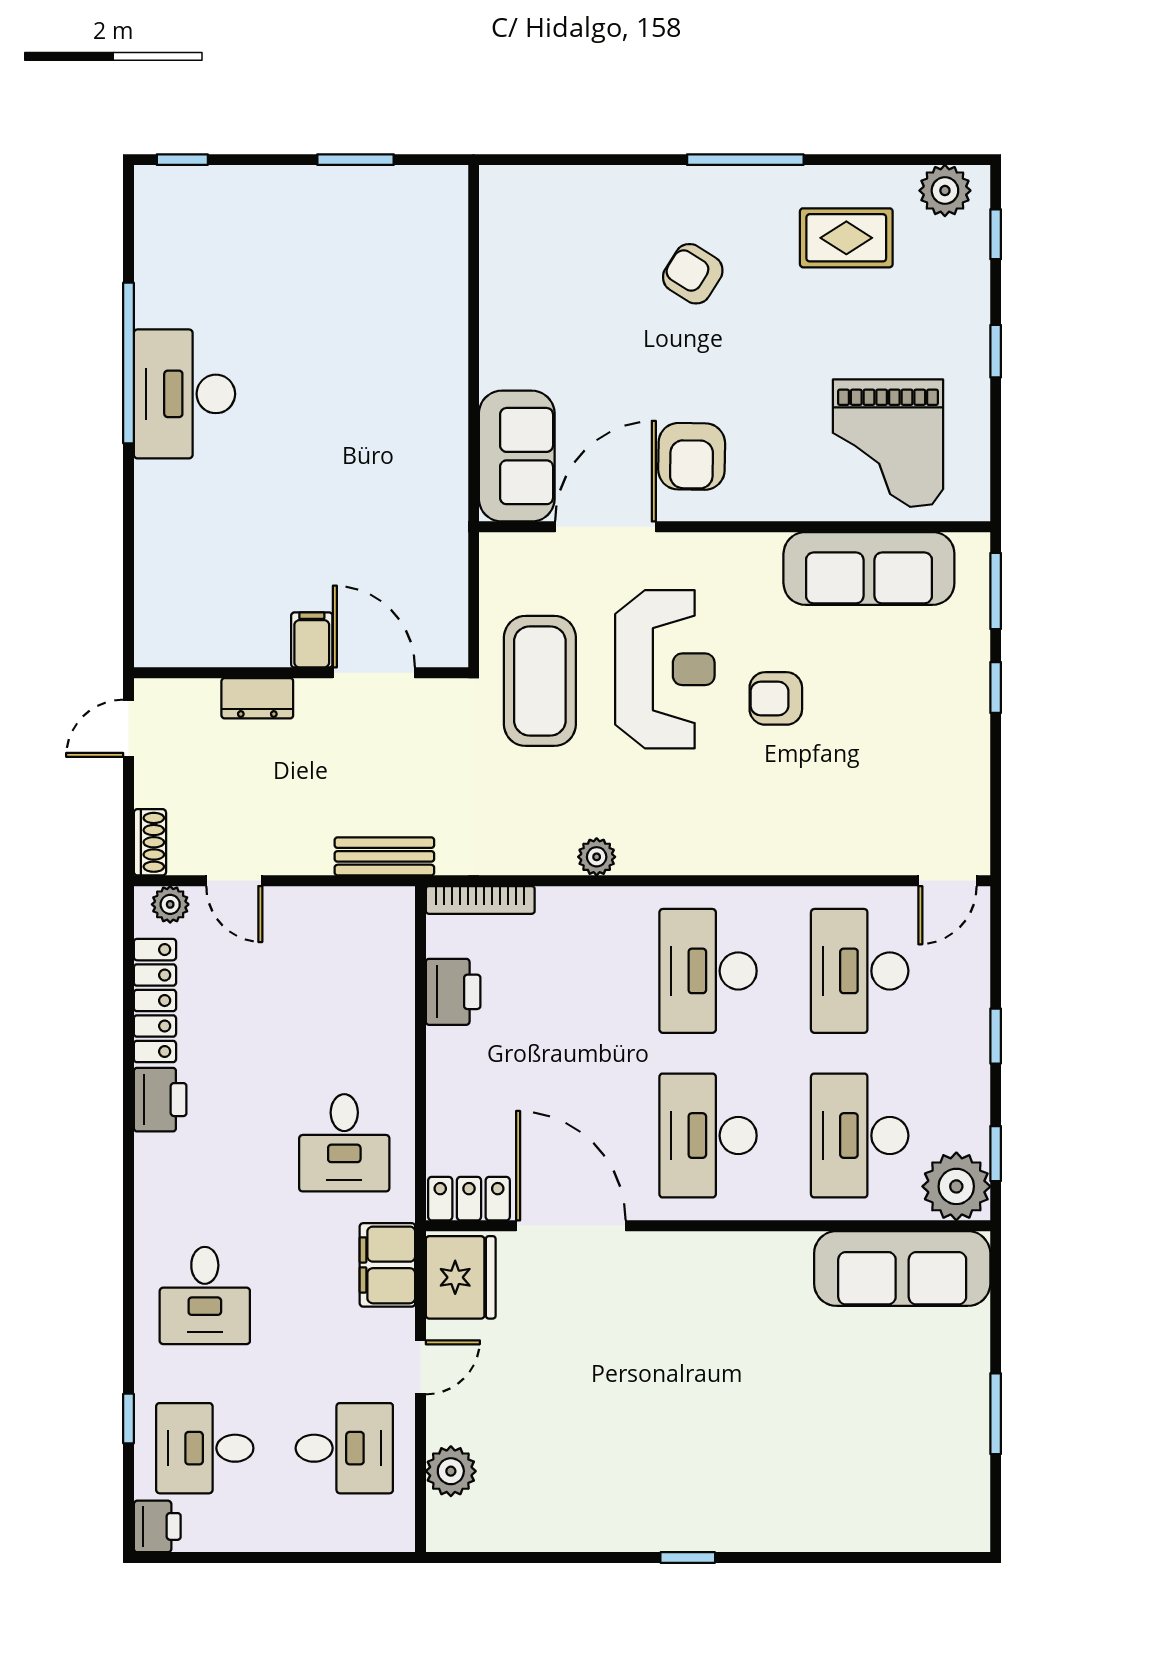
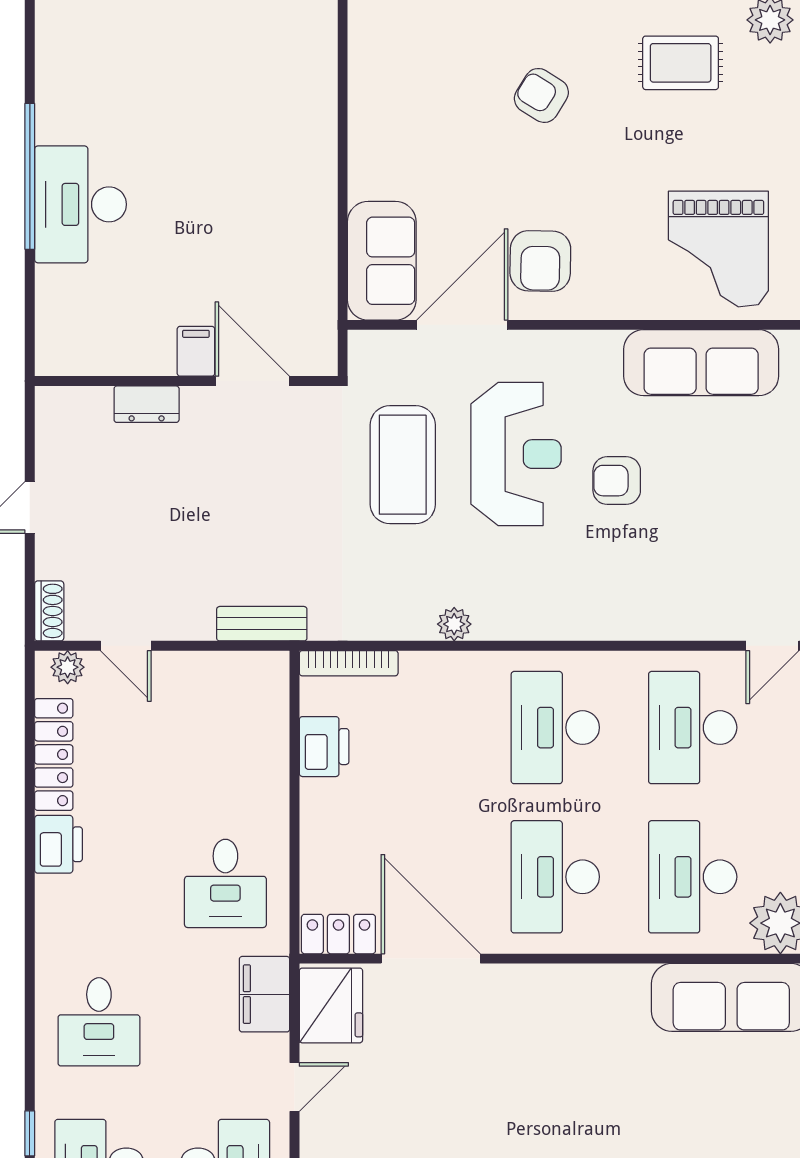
filing cabinet: (312, 640) -> (196, 351), moved
wall: (301, 673) -> (186, 381), moved
door: (374, 673) -> (252, 381), moved
dresser: (257, 698) -> (147, 404), moved

